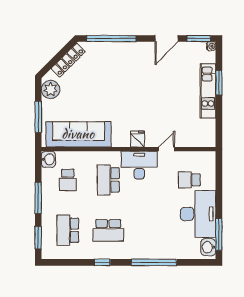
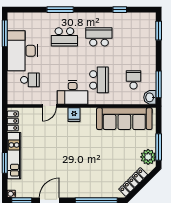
window: (38, 117) -> (159, 147), moved
locker: (209, 132) -> (13, 121), added
window: (38, 198) -> (159, 84), moved
school desk: (68, 230) -> (64, 37), moved, turned 90
washbasin: (208, 247) -> (14, 22), removed
window: (102, 262) -> (120, 10), moved
window: (154, 262) -> (60, 10), width x0.68

